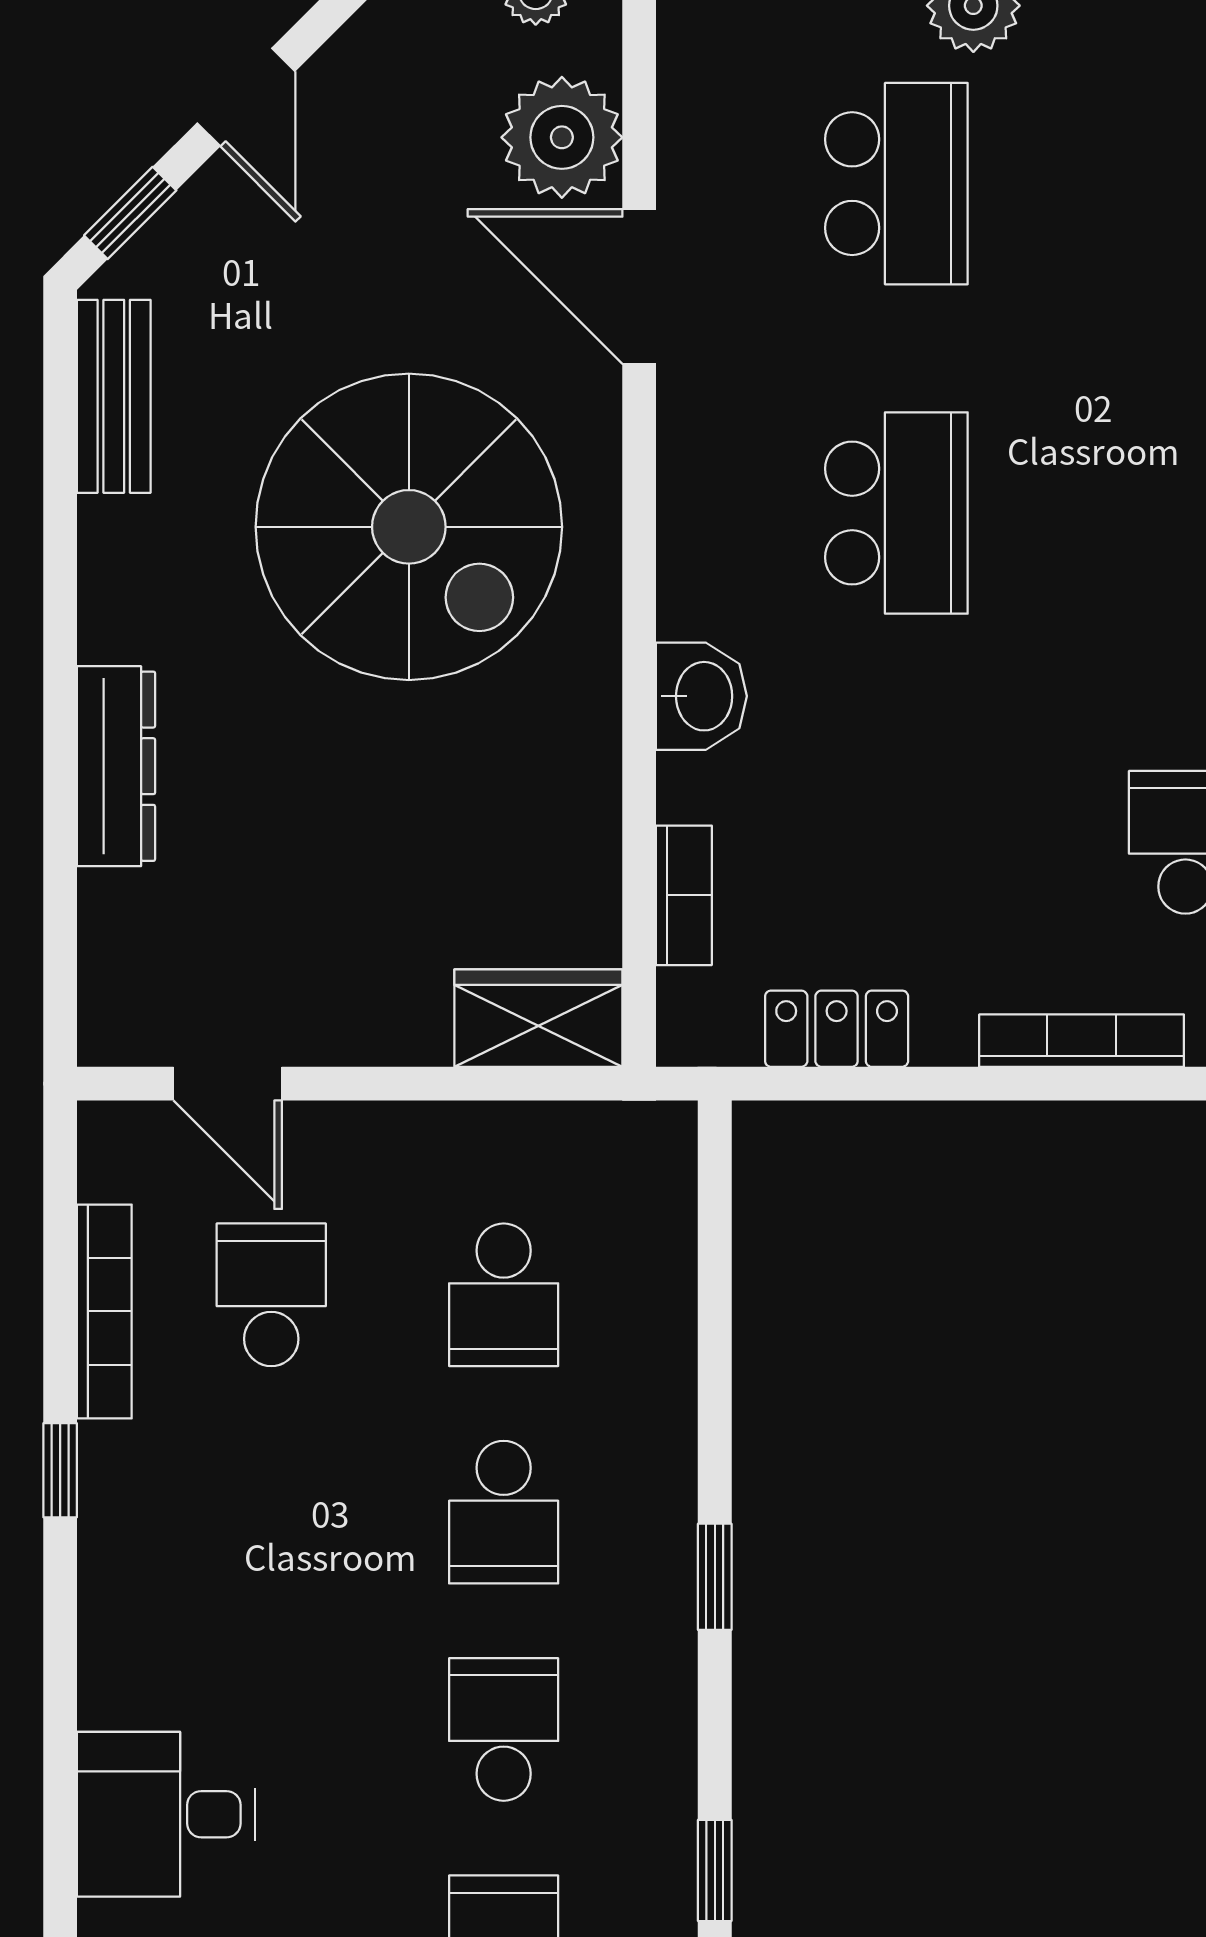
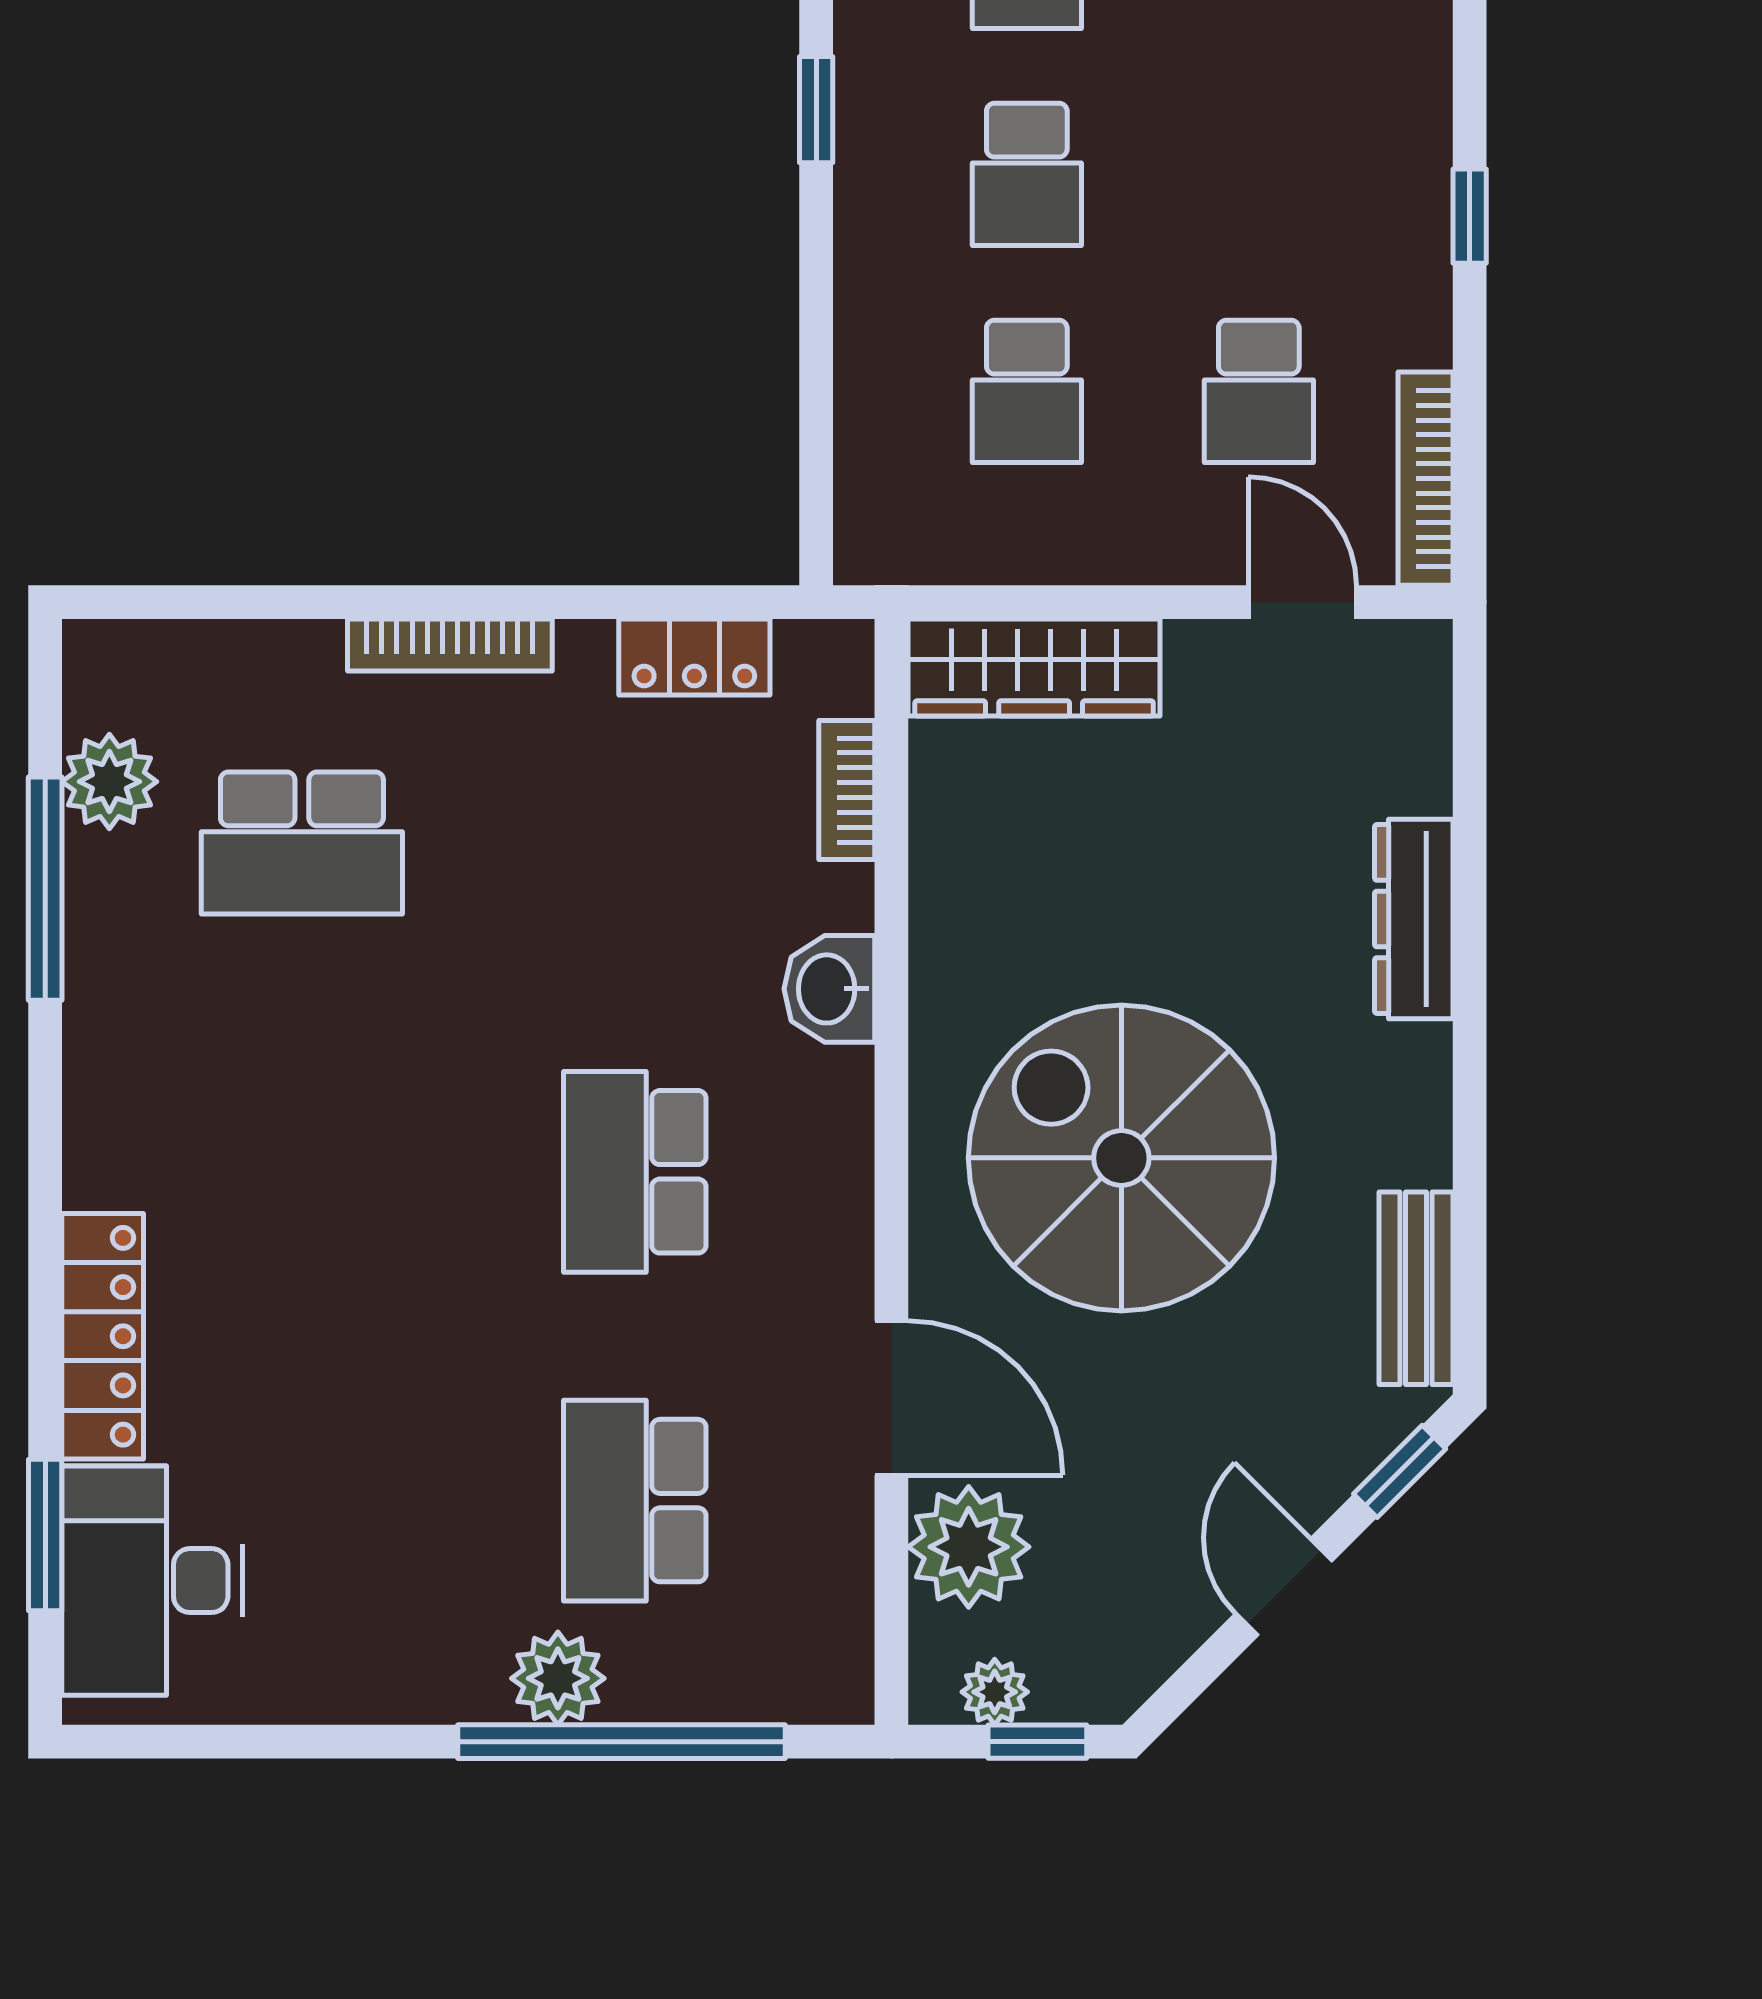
wardrobe: (538, 1018) -> (1034, 667), width x1.50
school desk: (504, 1295) -> (1027, 391), turned 180
bookcase: (104, 1311) -> (1425, 479), moved
school desk: (504, 1512) -> (1027, 174), turned 180

